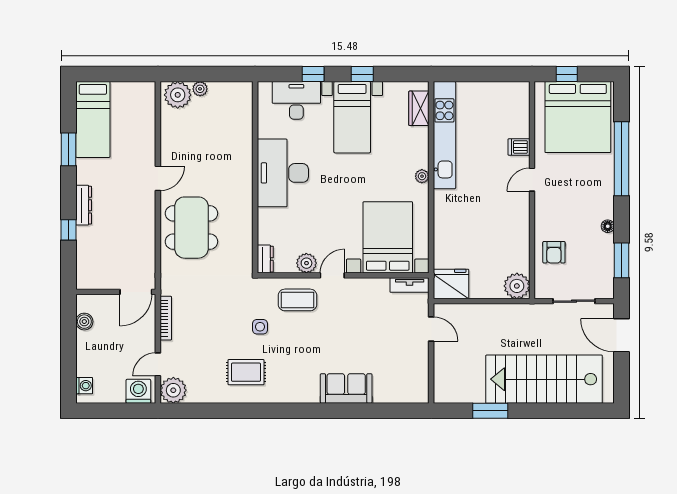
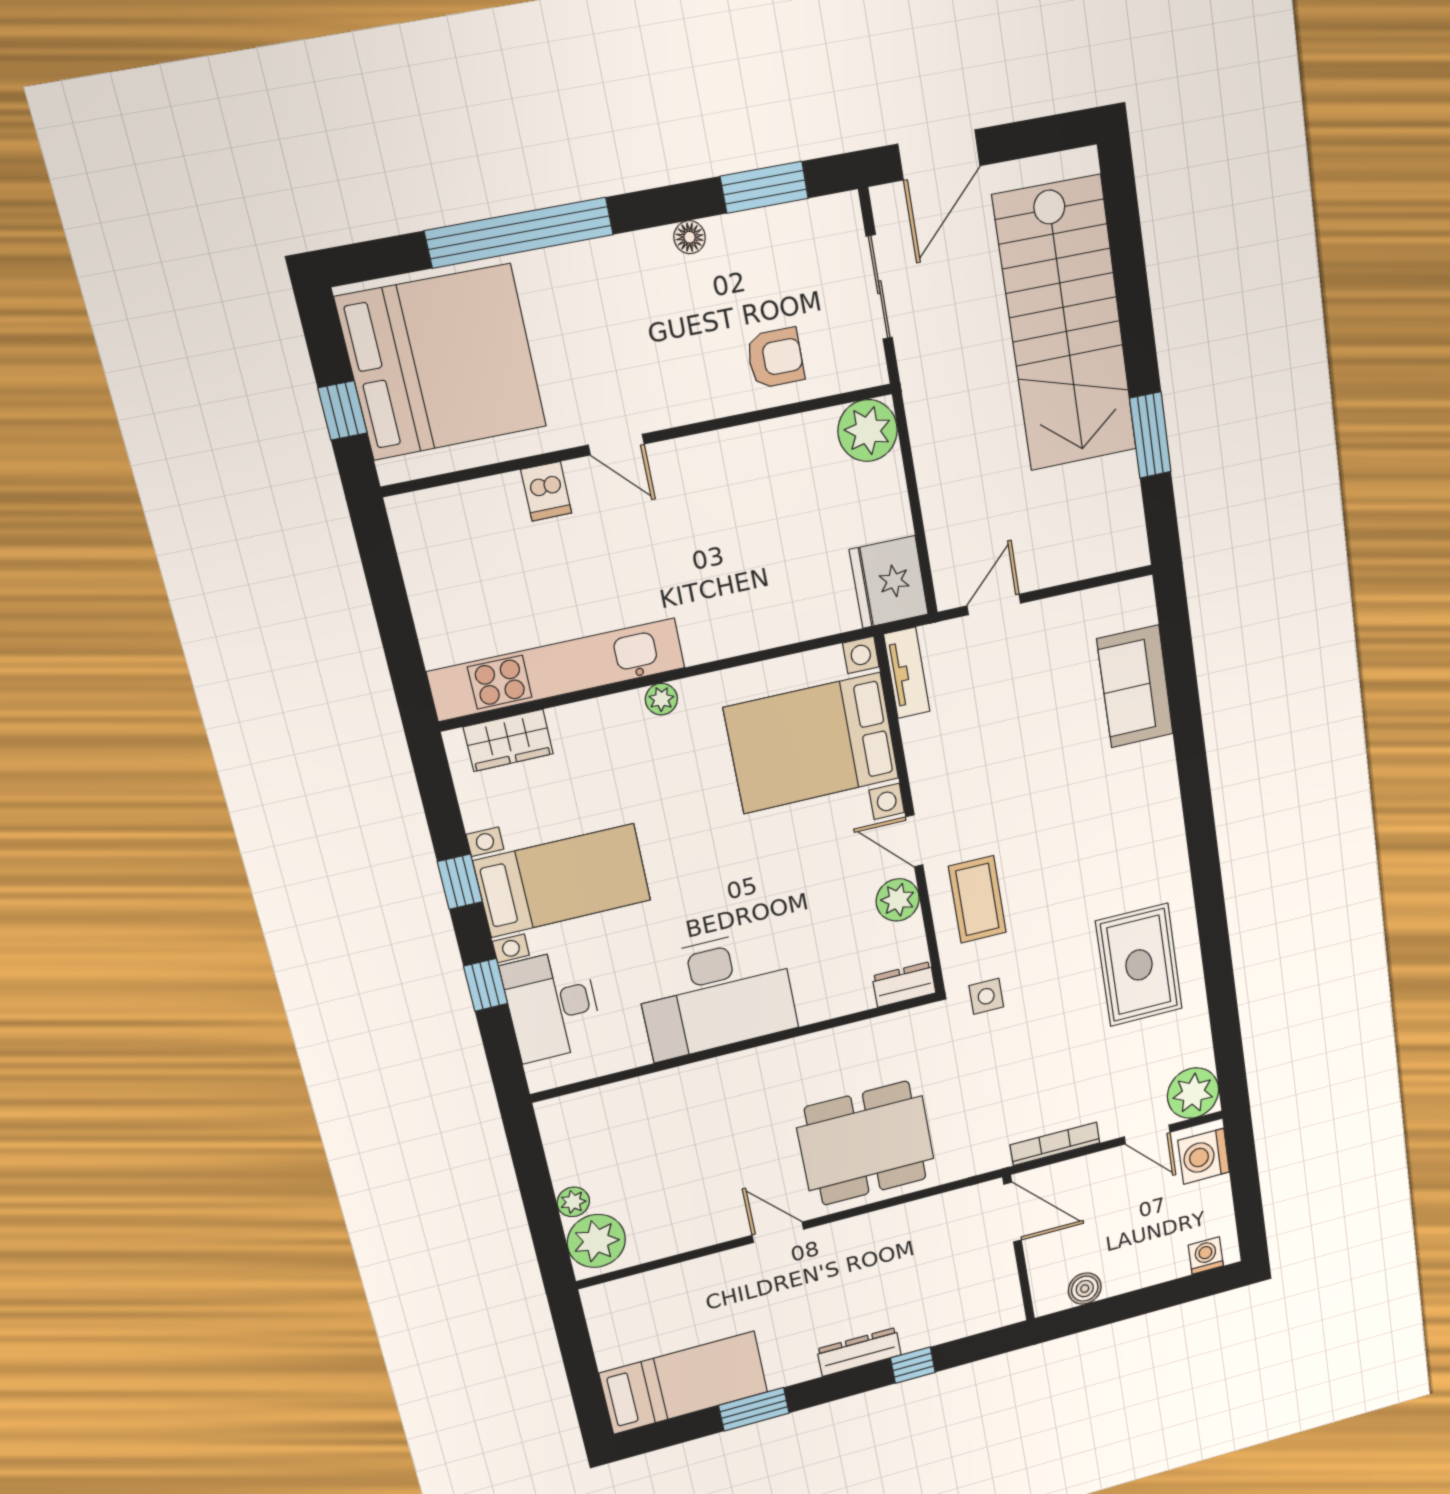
side table: (260, 327) -> (986, 996), moved
rug: (246, 372) -> (1139, 965), width x1.36, depth x1.43
sofa: (346, 388) -> (1135, 687), moved

